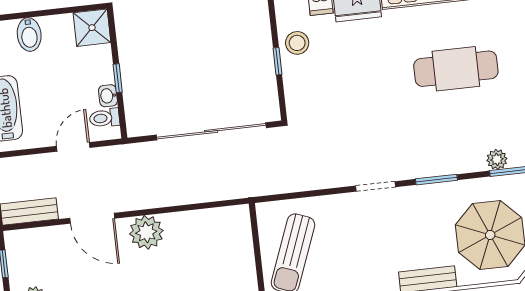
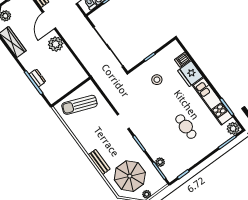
stool: (297, 43) -> (157, 80), moved
cafe table: (456, 69) -> (186, 127), width x0.73, depth x0.74

